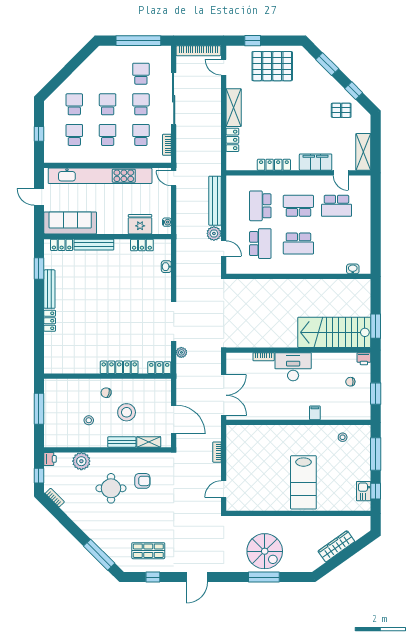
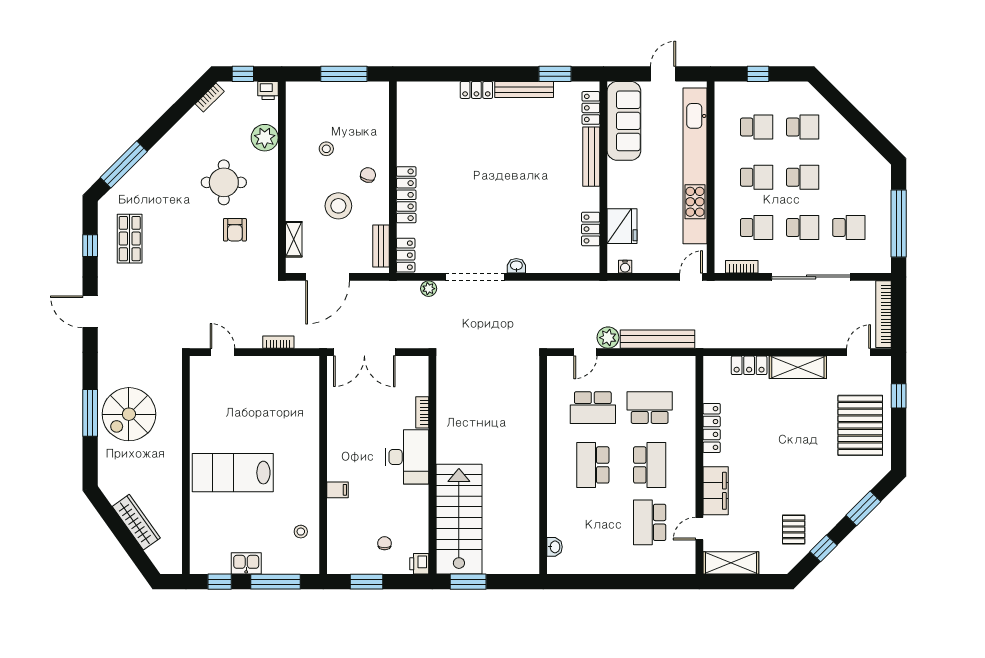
washbasin: (166, 267) -> (516, 266), moved
bench: (122, 442) -> (381, 246), moved
kitchen sink: (364, 491) -> (246, 563), moved

